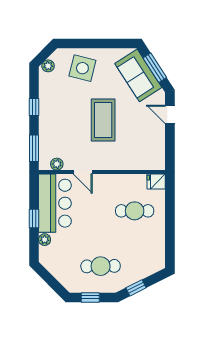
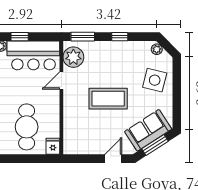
plant: (57, 164) -> (73, 57), width x1.87, depth x1.87
cafe table: (135, 211) -> (27, 127), width x1.37, depth x1.35

